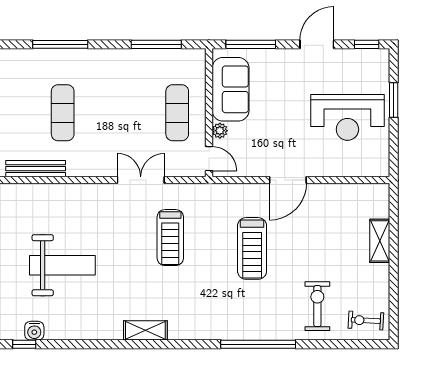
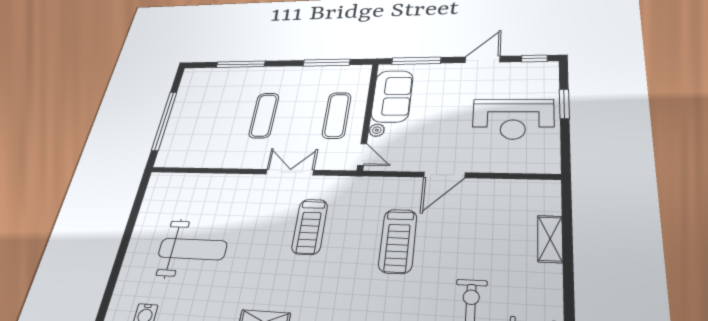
exercise mat: (63, 113) -> (264, 115), moved
bench: (36, 169) -> (191, 161), removed

